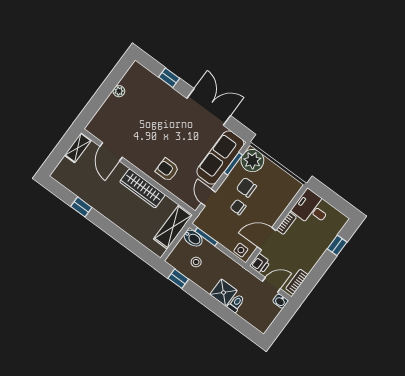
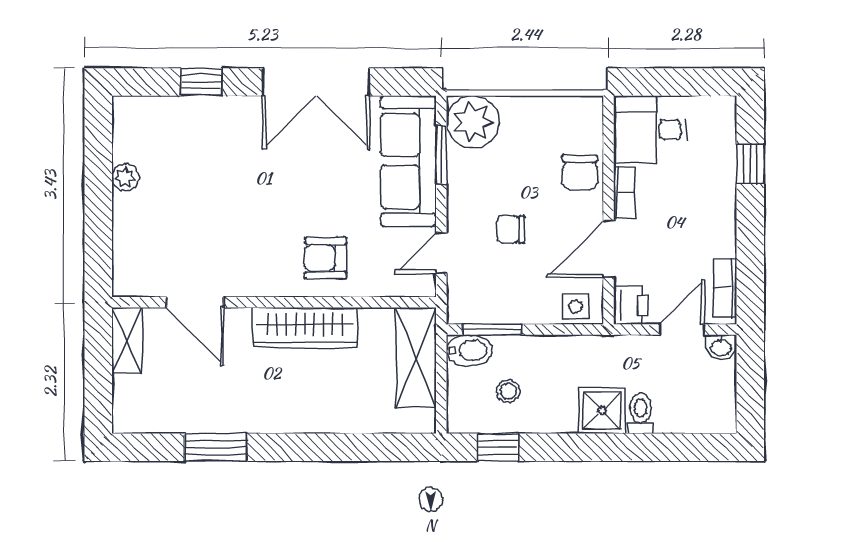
double door: (209, 107) -> (316, 82), swing flipped
chair: (246, 187) -> (580, 172), moved, turned -90
door: (208, 198) -> (441, 253), hinge flipped
window: (81, 207) -> (216, 447), width x1.50

